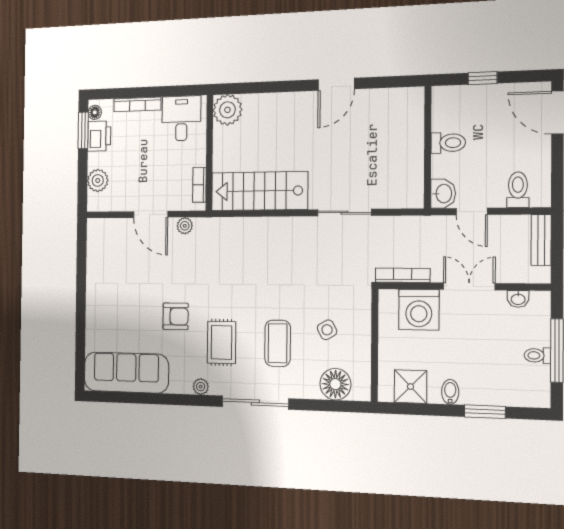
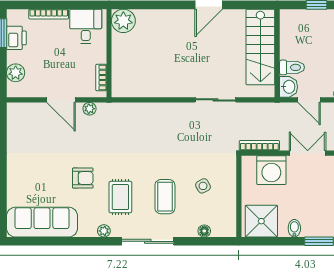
floor lamp: (95, 112) -> (12, 19), removed
toilet: (448, 143) -> (292, 67), moved
stairs: (259, 191) -> (260, 47), moved, turned -90
floor lamp: (335, 384) -> (204, 231), width x0.53, depth x0.53
shower: (410, 387) -> (261, 221), width x1.36, depth x1.36

